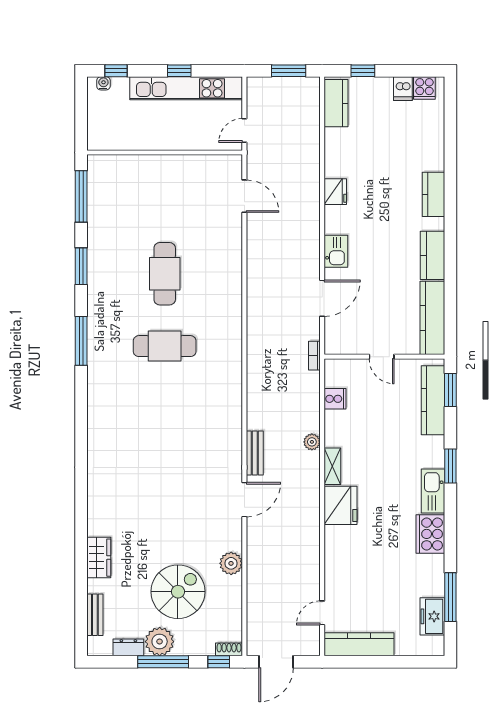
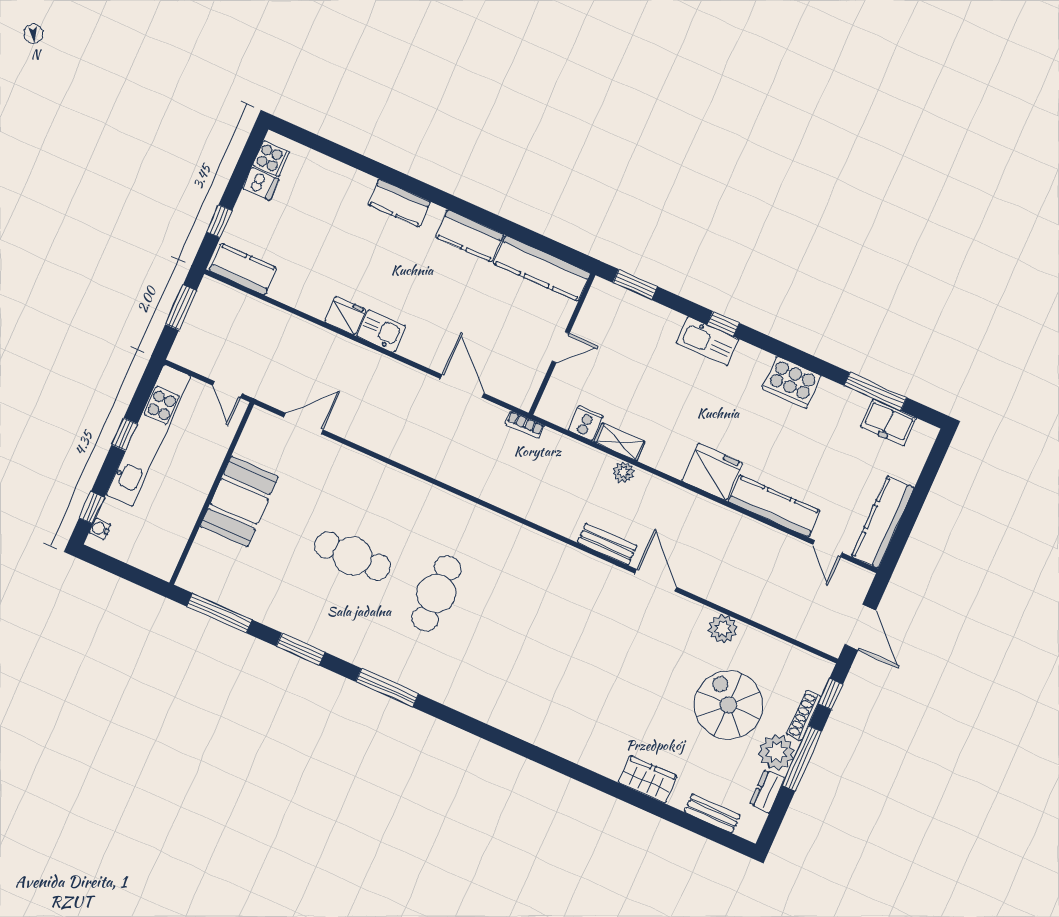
booth: (168, 175) -> (239, 501), added
kitchen sink: (336, 251) -> (381, 331), moved
kitchen counter: (433, 400) -> (774, 506), moved, turned 180
shelving: (332, 466) -> (619, 442), moved
window: (450, 466) -> (723, 324), width x0.67
kitchen sink: (433, 491) -> (707, 341), moved
shoe rack: (229, 649) -> (804, 715), moved, width x1.43

